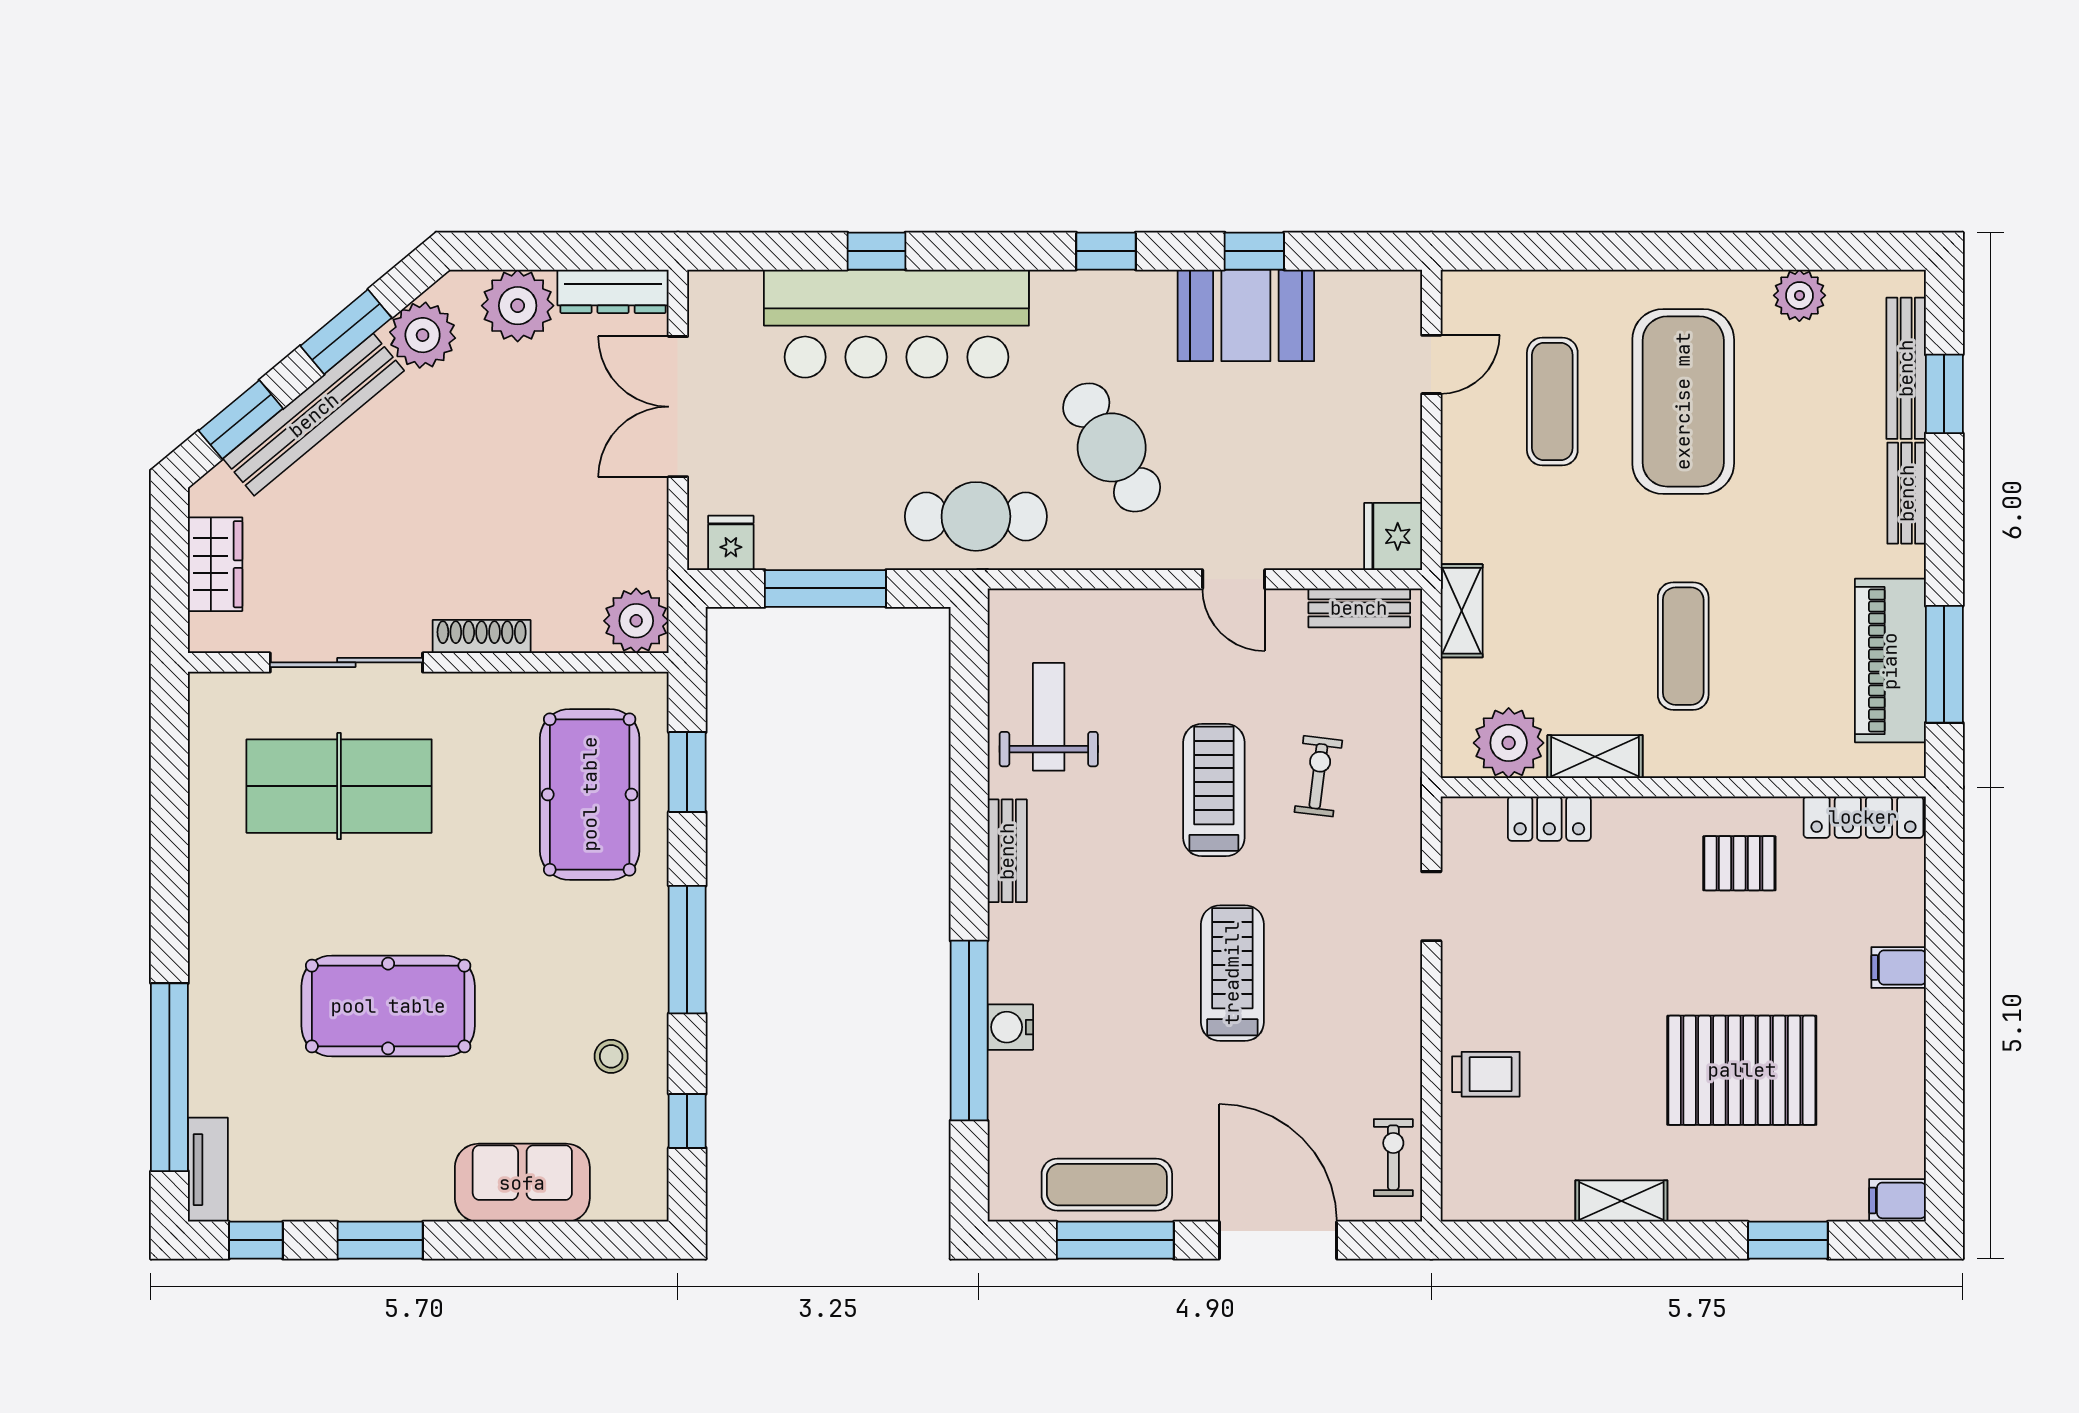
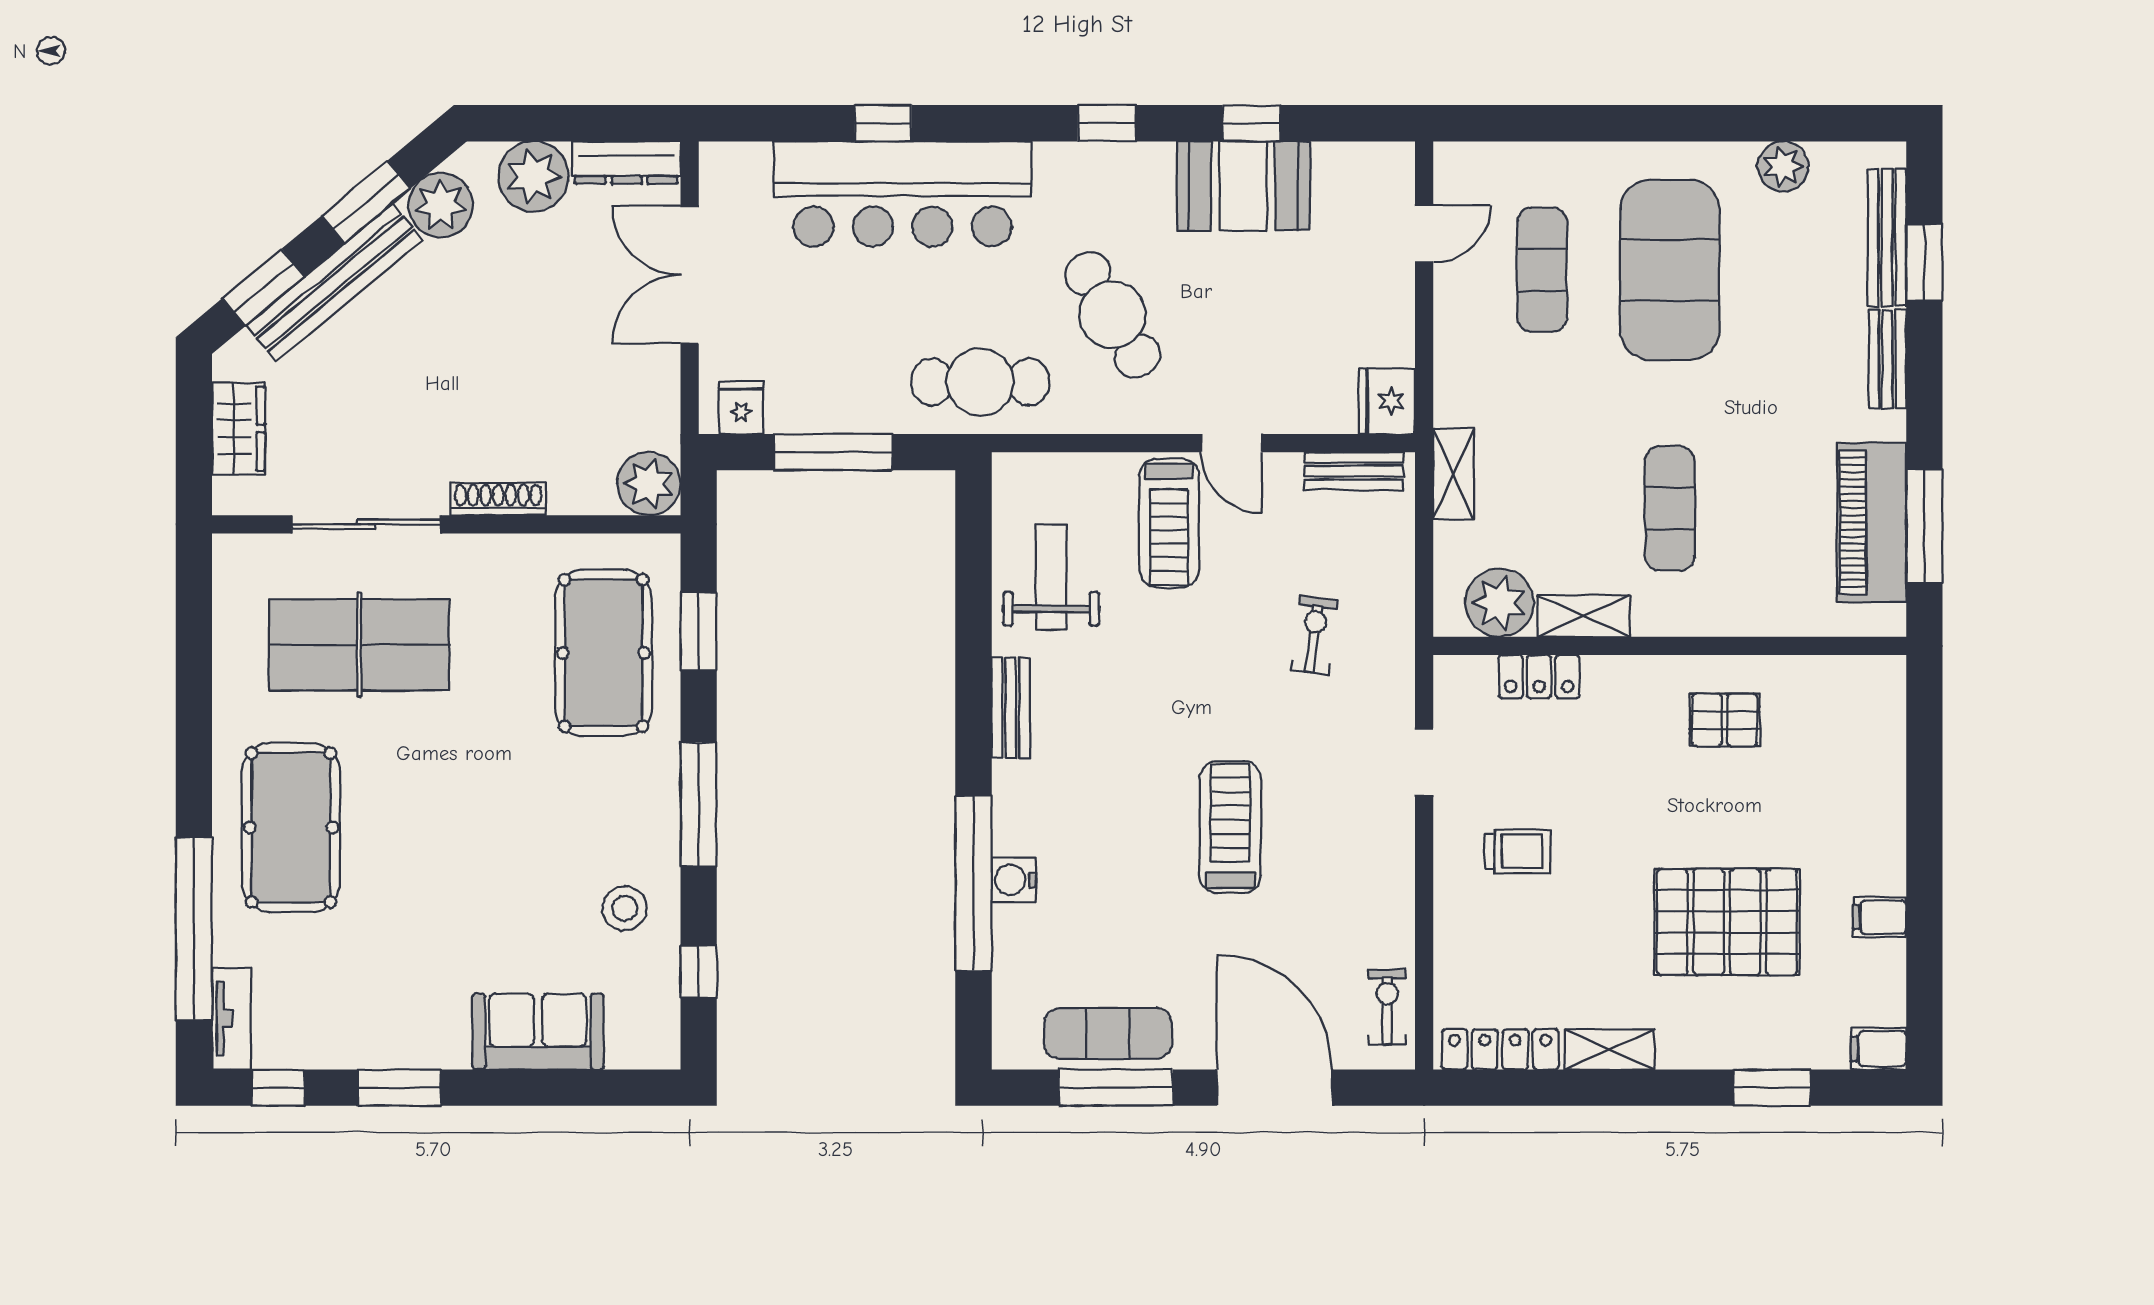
treadmill: (1214, 790) -> (1169, 523), moved, turned 180
locker: (1863, 817) -> (1500, 1049), moved, turned 180
filing cabinet: (1899, 967) -> (1880, 917), moved
pool table: (388, 1006) -> (291, 828), moved, turned 90
stool: (611, 1056) -> (624, 908), width x1.37, depth x1.37
trolley: (1486, 1074) -> (1518, 851), moved

